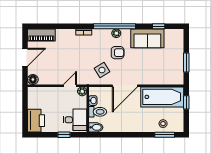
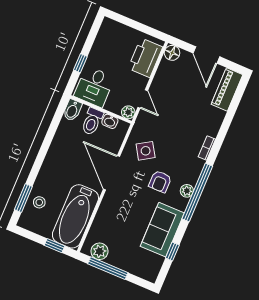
window: (186, 63) -> (108, 268), width x1.44
plant: (178, 72) -> (99, 251), added
printer: (36, 121) -> (145, 58), moved, turned 90

